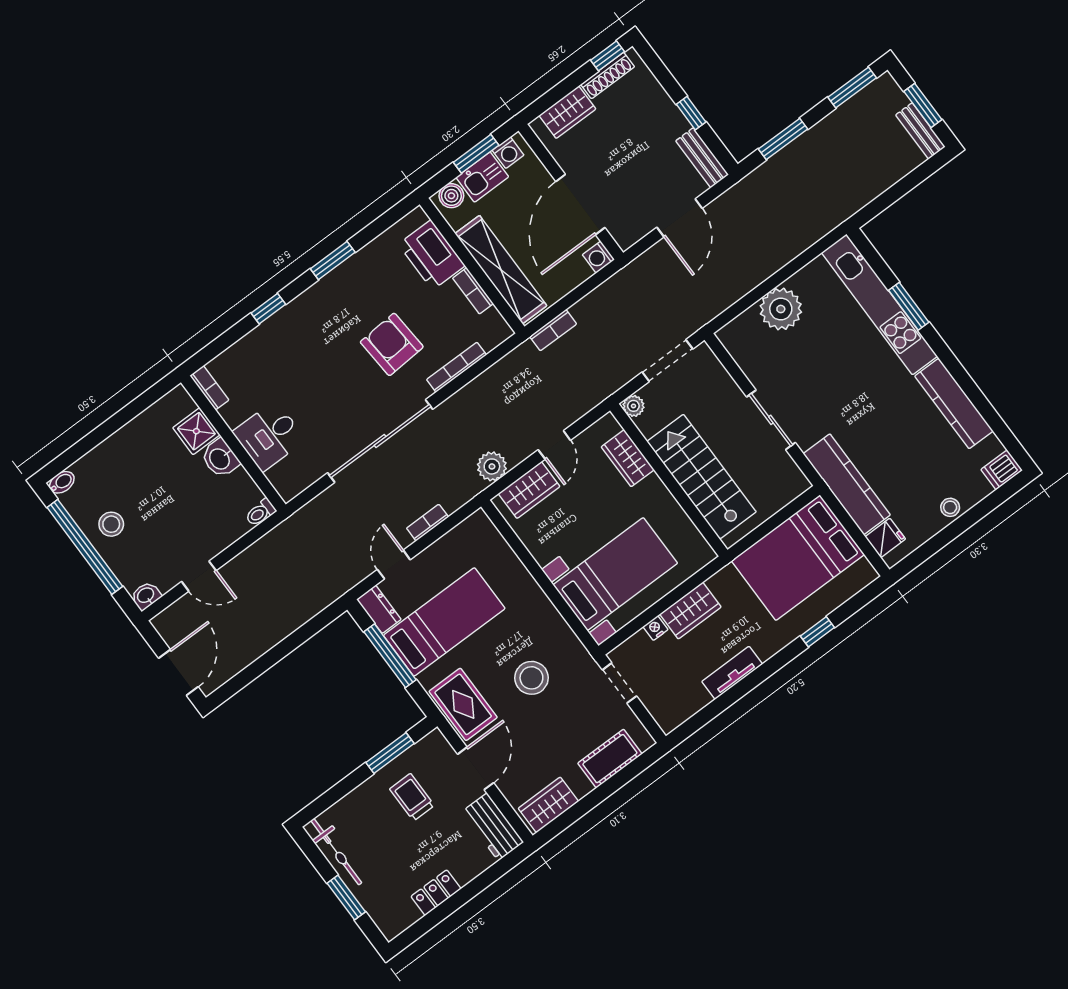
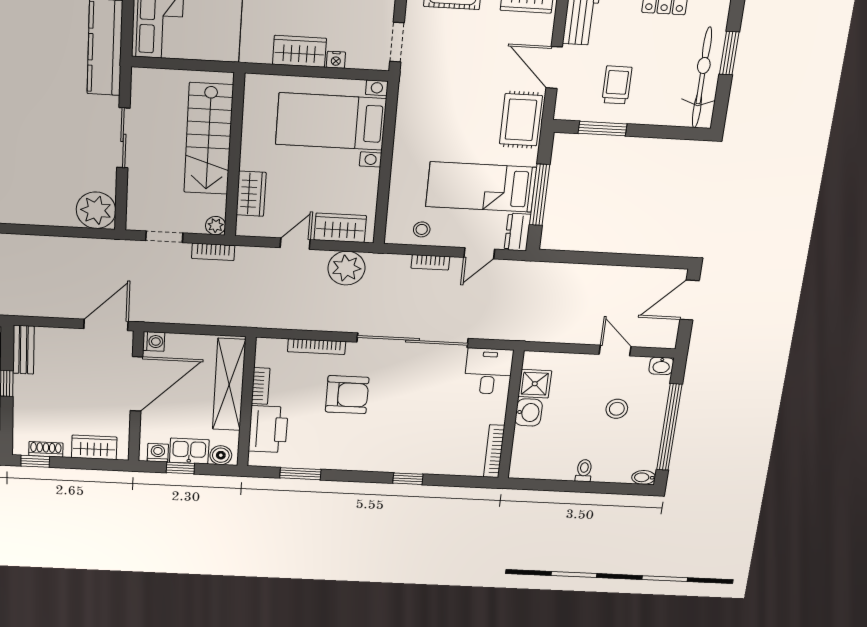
shoe rack: (608, 76) -> (46, 449), width x0.70
window: (476, 154) -> (180, 468), width x0.67
door: (680, 218) -> (106, 325), moved
window: (333, 261) -> (300, 474), moved
plant: (781, 309) -> (96, 210), moved
bookcase: (553, 330) -> (213, 252), moved, turned 180
armchair: (392, 344) -> (347, 395), turned -86
doorway: (668, 361) -> (164, 237), width x0.73
bookcase: (209, 388) -> (494, 451), width x1.56
shower: (196, 431) -> (535, 384), moved
desk: (269, 436) -> (488, 371), moved, turned -90
plant: (492, 466) -> (346, 268), width x1.36, depth x1.36
toilet: (260, 513) -> (584, 471), moved, turned -90
stool: (111, 524) -> (617, 409), moved
stool: (531, 678) -> (422, 229), moved, width x0.53, depth x0.53
door: (476, 768) -> (554, 67), hinge flipped
trolley: (412, 797) -> (617, 85), turned 180
bicycle: (336, 852) -> (702, 78), width x1.37, depth x1.40

